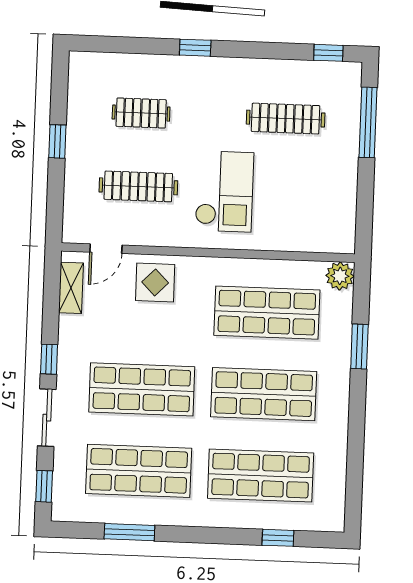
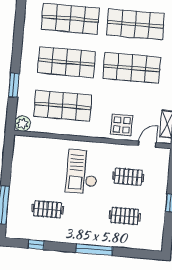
window: (195, 48) -> (94, 250), width x2.17
window: (328, 53) -> (36, 245), moved
clothes rail: (286, 119) -> (48, 209), width x0.73
clothes rail: (138, 186) -> (128, 177), width x0.73

